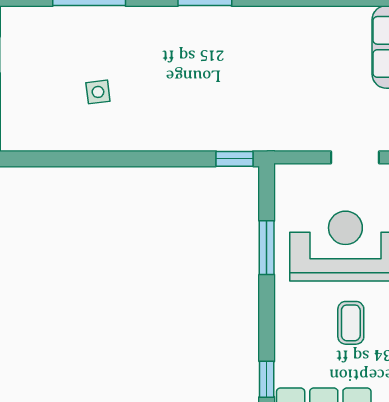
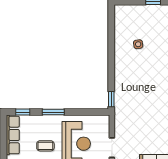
window: (267, 248) -> (53, 112), moved

